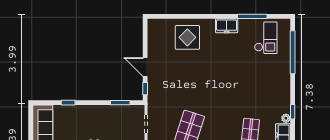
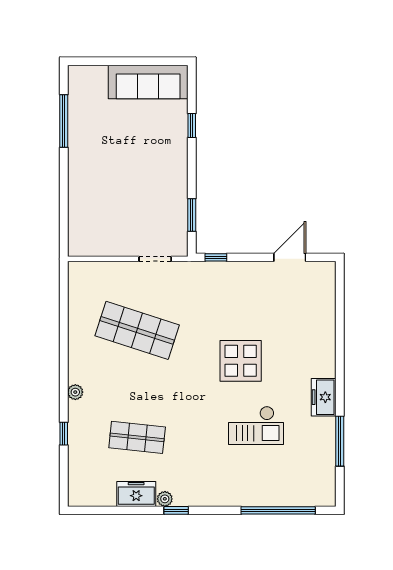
display table: (187, 37) -> (241, 361), moved
checkout: (266, 38) -> (256, 425), moved
door: (145, 67) -> (290, 257), moved

